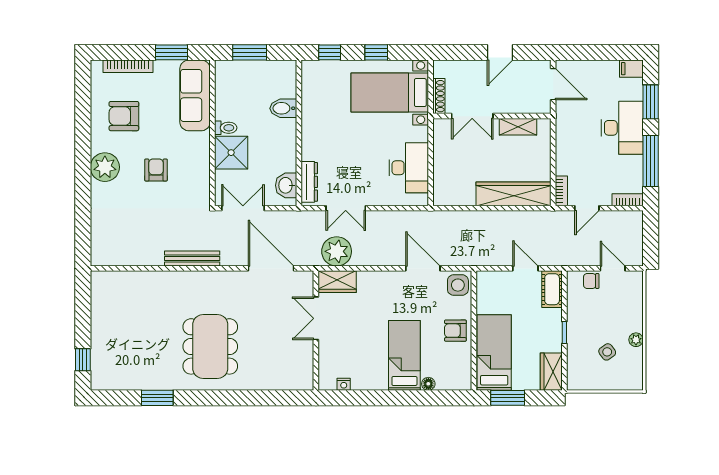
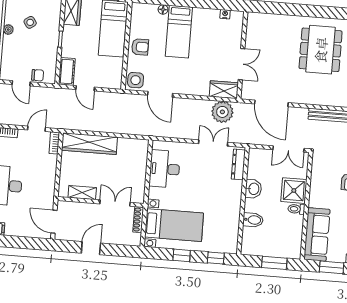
washbasin: (286, 185) -> (253, 189), moved

